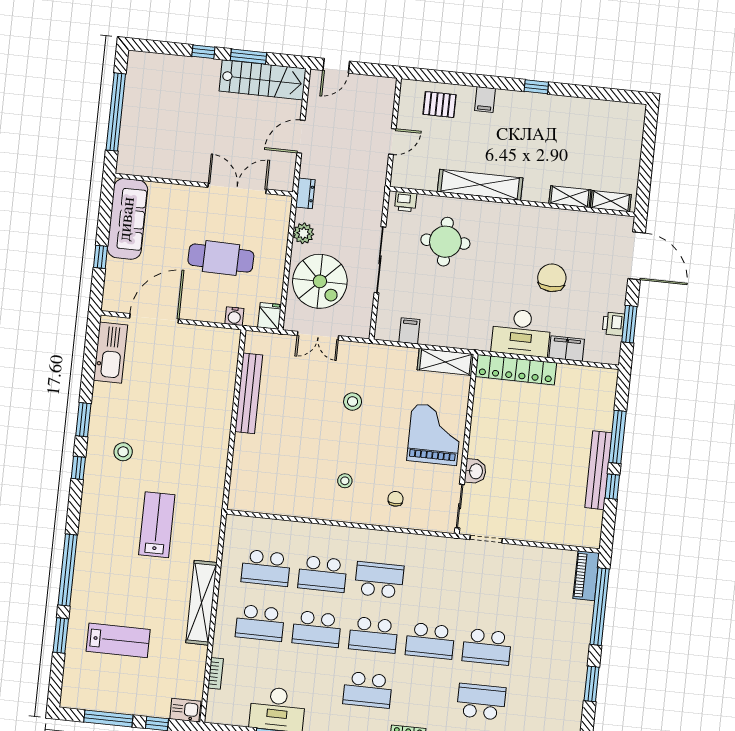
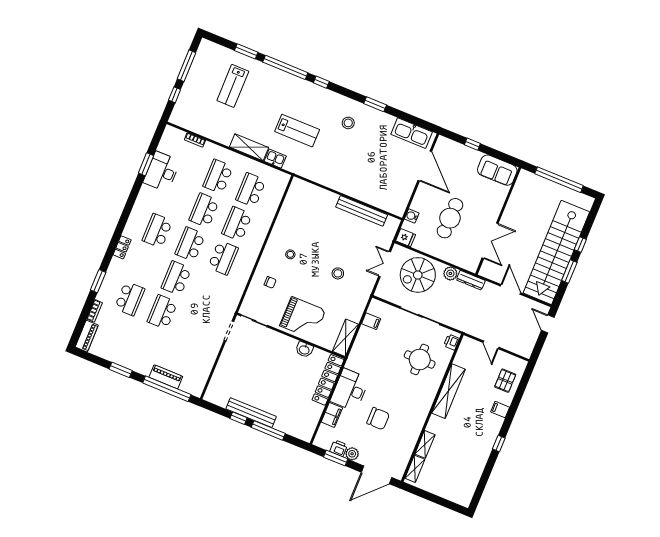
stairs: (263, 80) -> (556, 252), width x1.86, depth x1.51
dresser: (305, 193) -> (471, 280), width x1.44
sofa: (127, 219) -> (497, 170), width x0.73
plant: (616, 301) -> (352, 454), added
window: (78, 468) -> (321, 82), moved
washbasin: (475, 471) -> (304, 350), moved
piano: (586, 576) -> (166, 377), moved
shelving: (201, 603) -> (249, 147), width x0.68
kitchen sink: (185, 710) -> (275, 159), moved, turned -90

